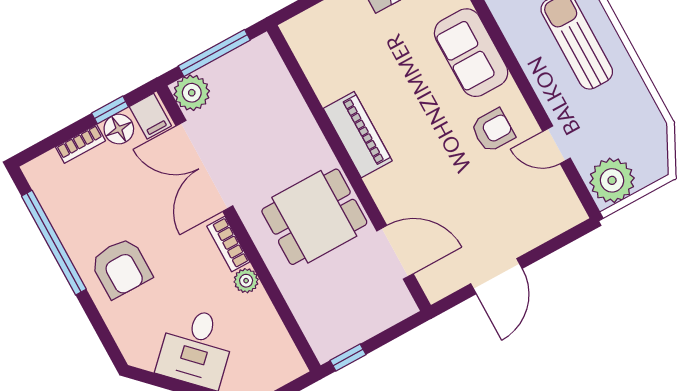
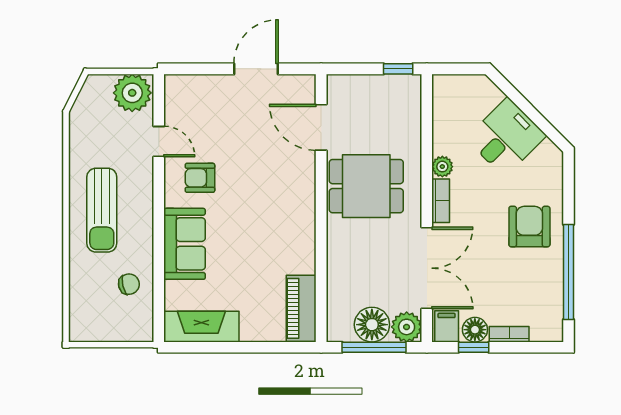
floor lamp: (229, 75) -> (372, 325), added
piano: (358, 135) -> (301, 308), moved

